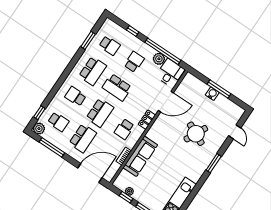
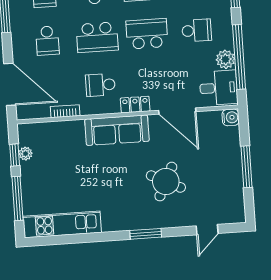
school desk: (117, 87) -> (147, 34), turned 90
water cooler: (212, 94) -> (231, 117), moved
school desk: (83, 138) -> (47, 41), width x0.54
sofa: (140, 156) -> (117, 130), moved

